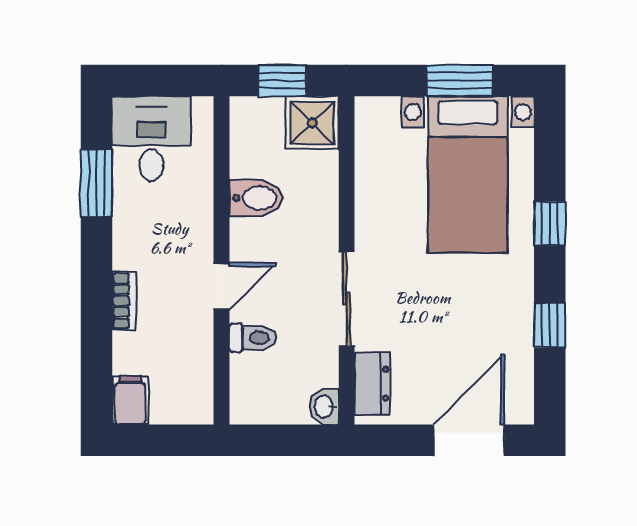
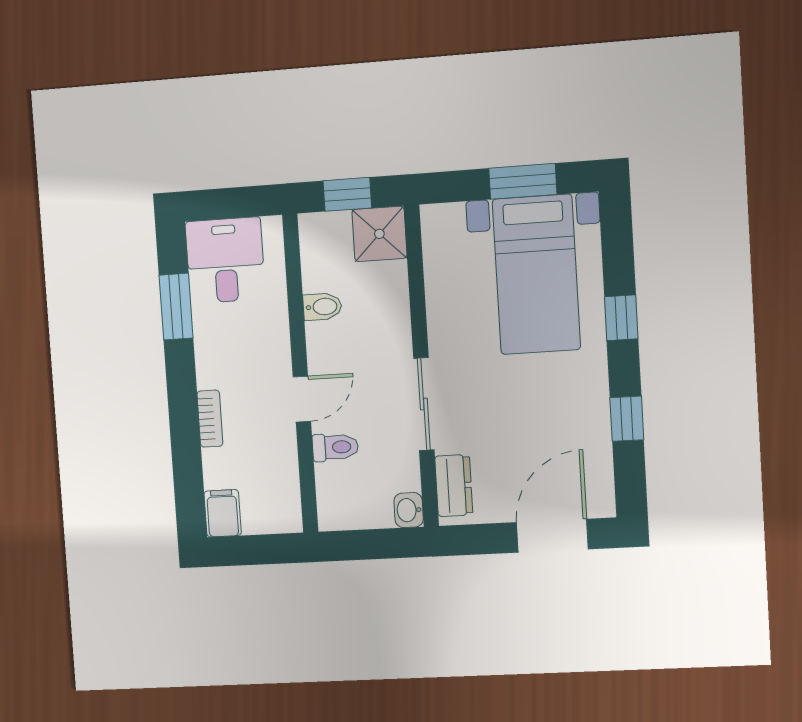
bidet: (256, 198) -> (322, 307), width x0.72, depth x0.74

